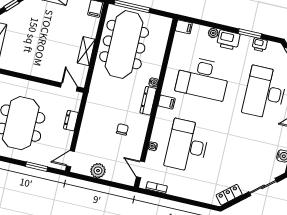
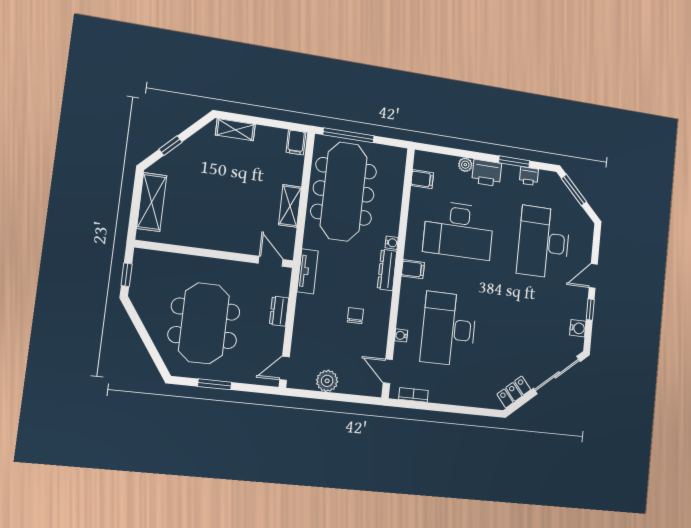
filing cabinet: (184, 27) -> (422, 179), moved
tv unit: (93, 96) -> (308, 271), added
window: (37, 167) -> (215, 384), moved
sliding door: (263, 187) -> (557, 375), width x1.37

